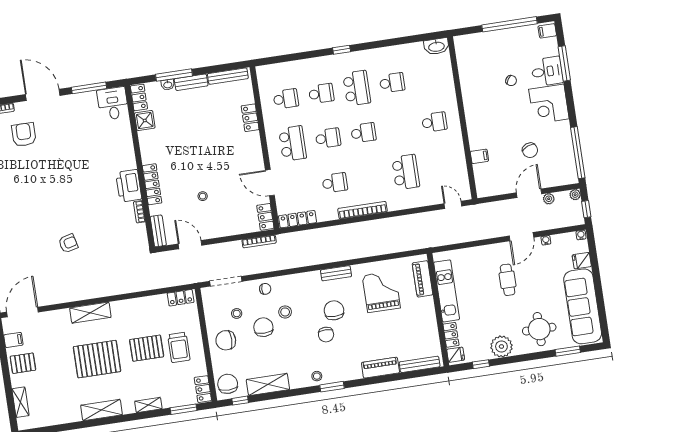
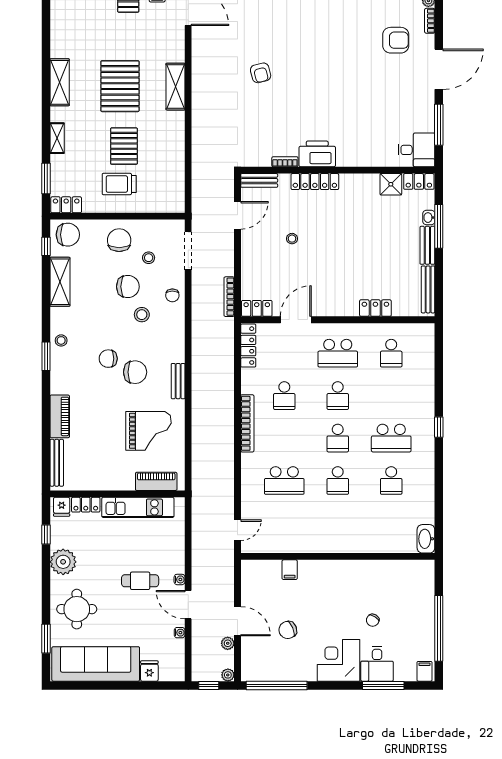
school desk: (321, 93) -> (391, 396), removed
school desk: (434, 122) -> (338, 480), moved
water cooler: (581, 235) -> (180, 579), moved
locker: (181, 298) -> (177, 195), removed

